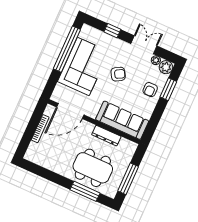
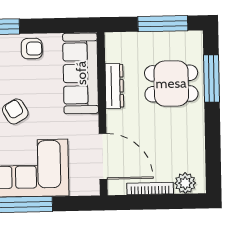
armchair: (150, 90) -> (32, 49), moved
plant: (34, 149) -> (185, 183), added
dining table: (93, 168) -> (171, 83), width x0.73

